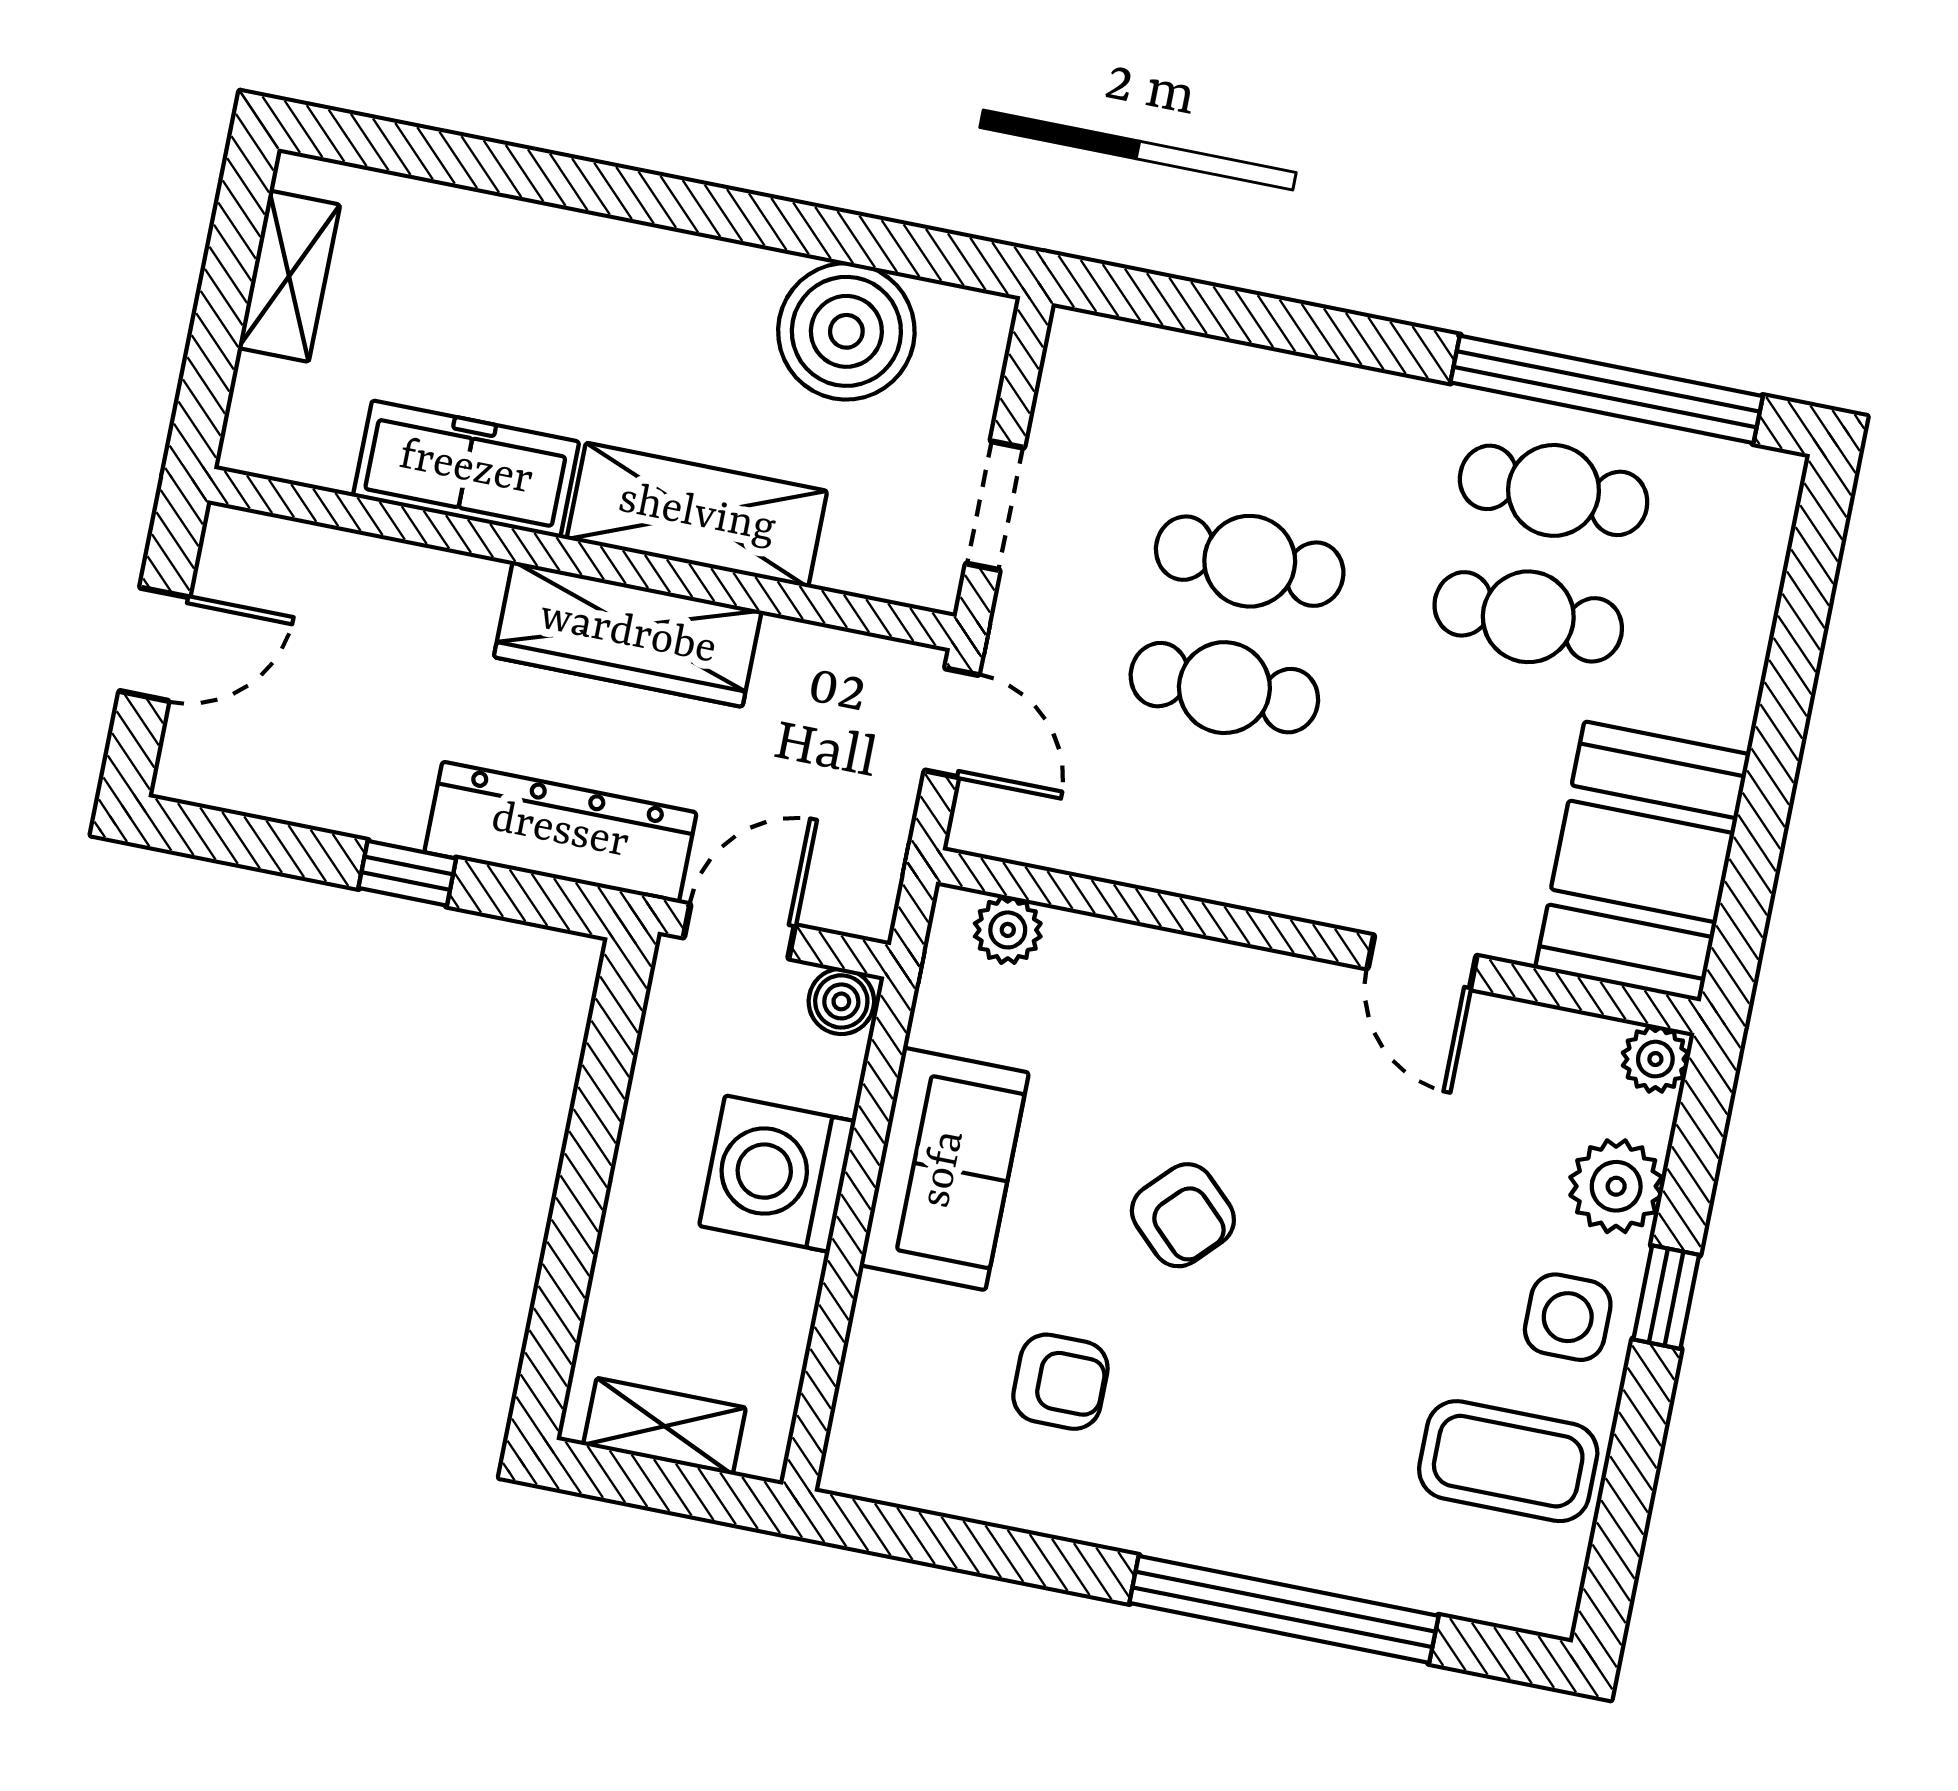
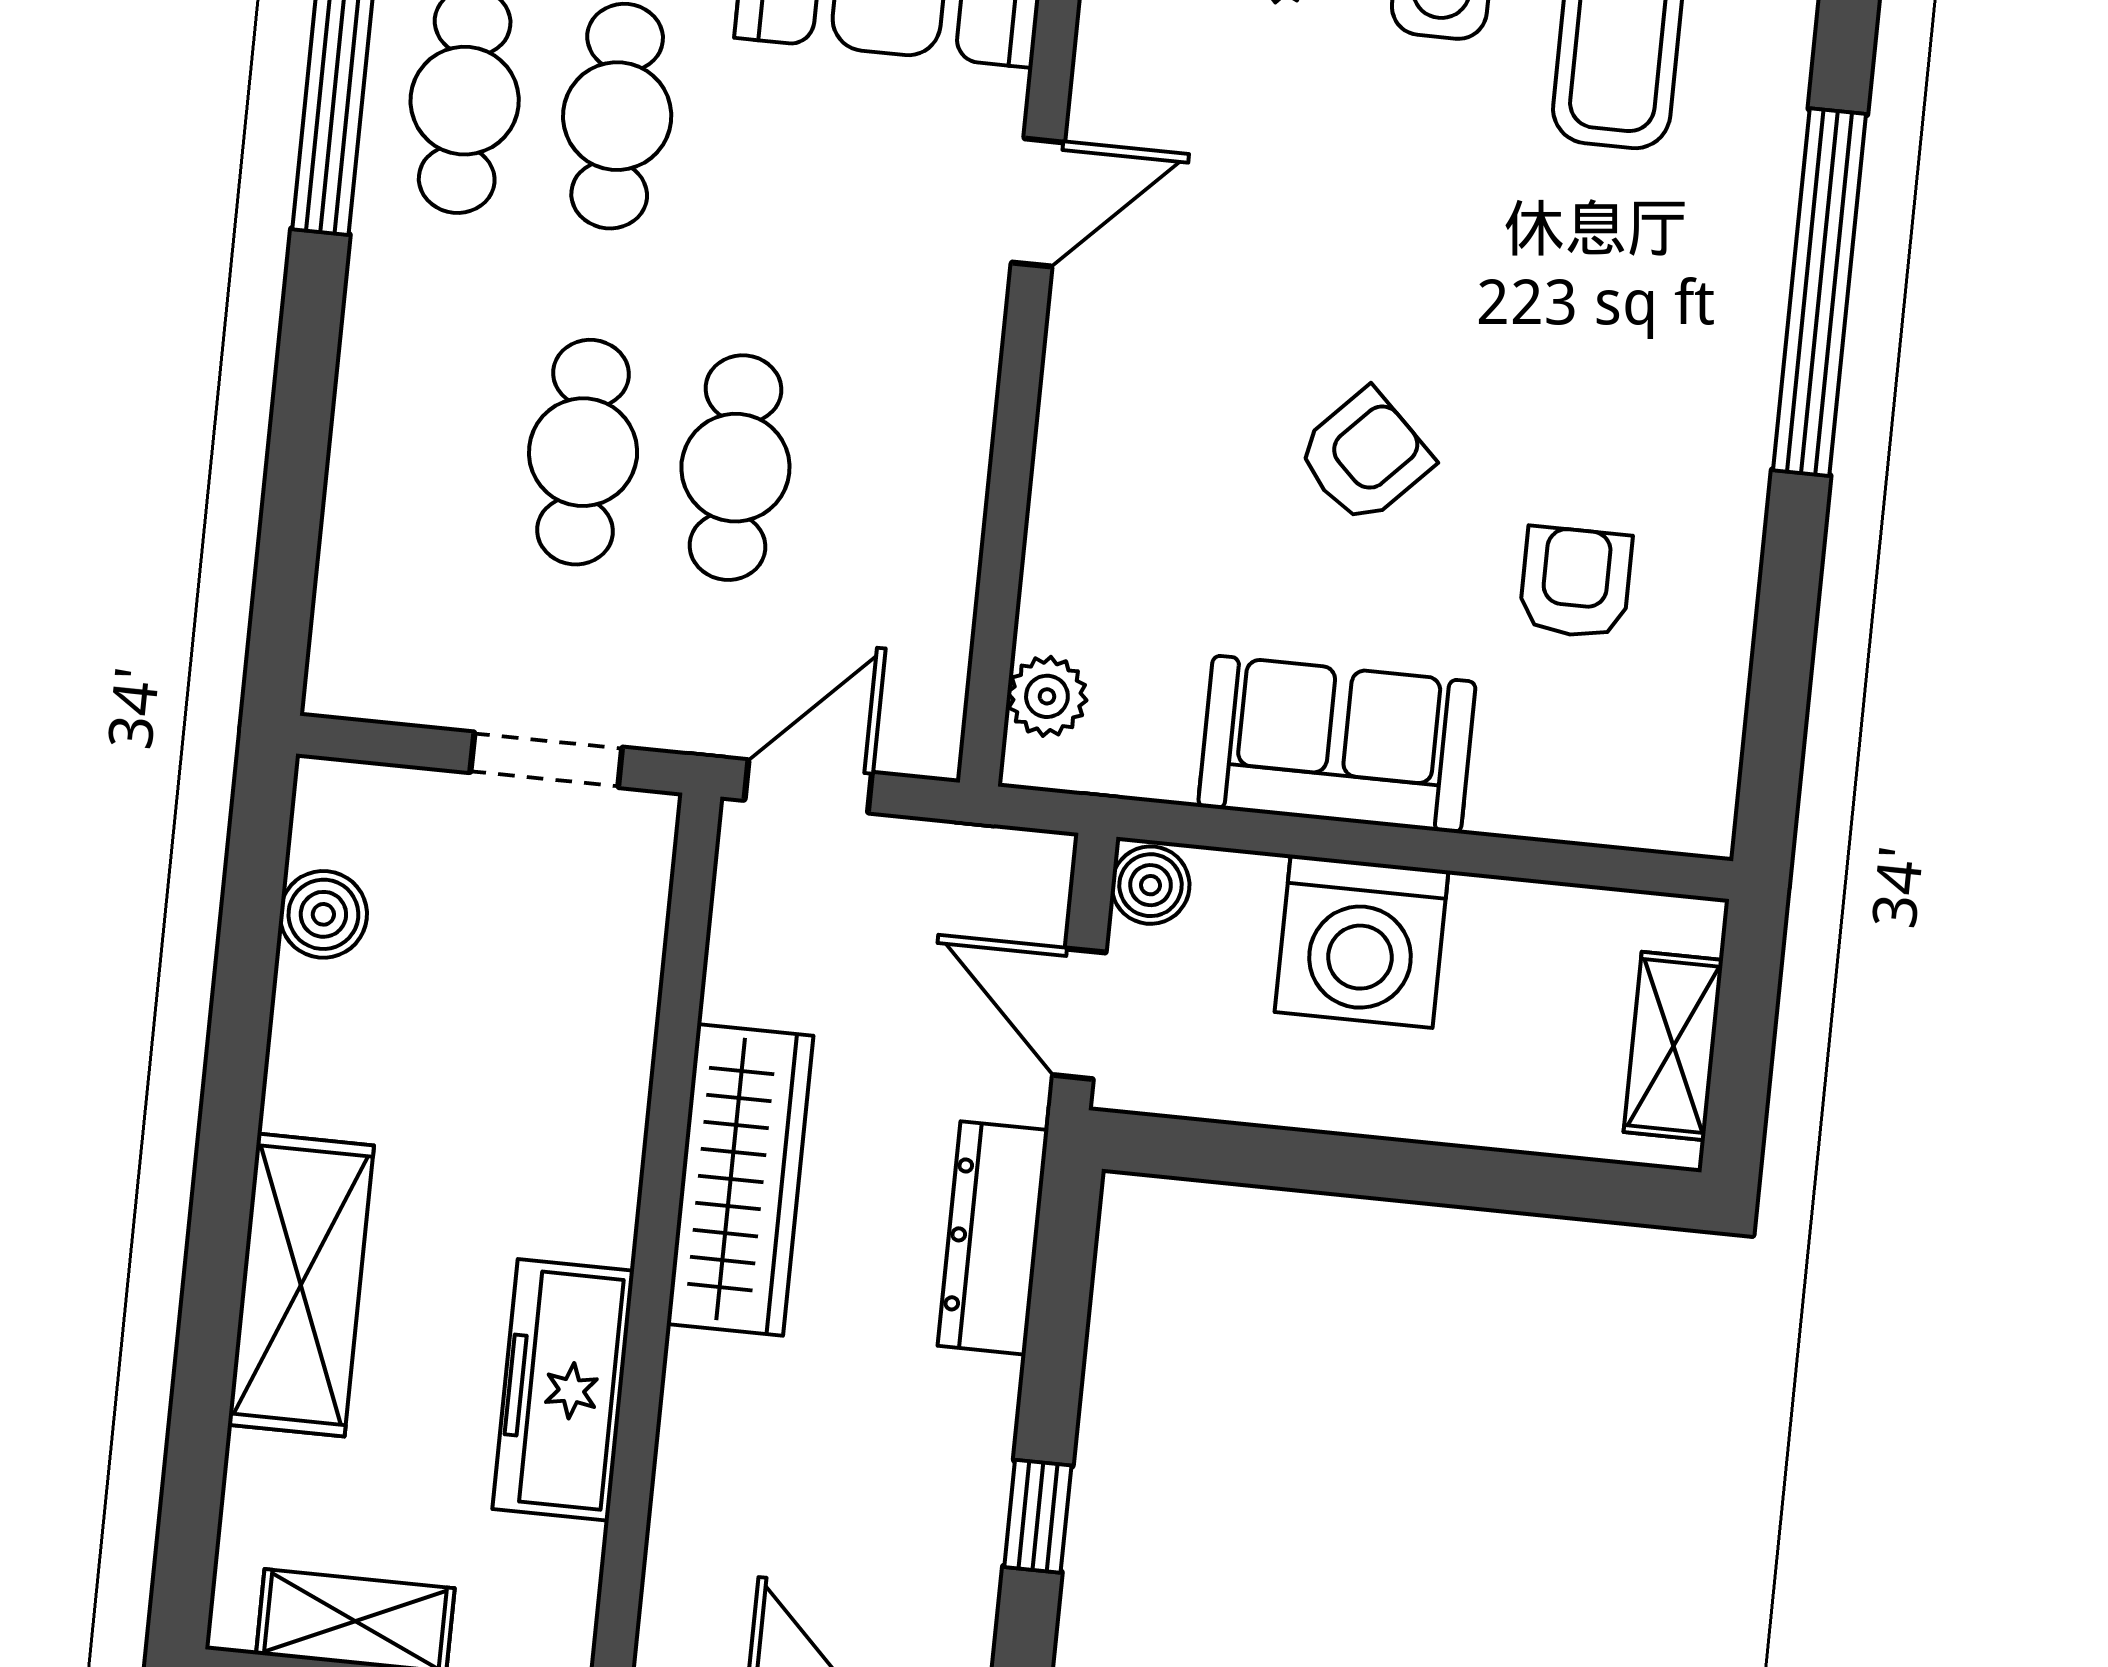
boiler: (846, 331) -> (323, 914), width x0.54, depth x0.54
shelving: (697, 515) -> (301, 1285), moved
dresser: (560, 832) -> (993, 1238), width x0.73, depth x0.80
window: (407, 873) -> (1038, 1516), moved

